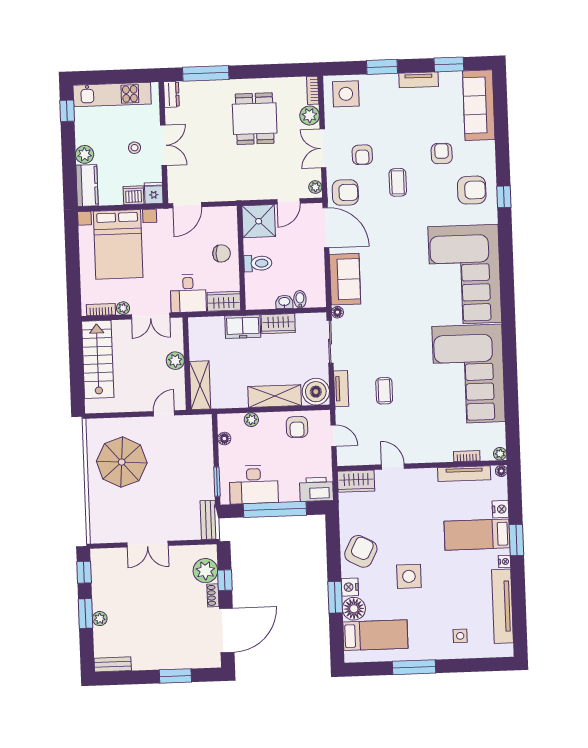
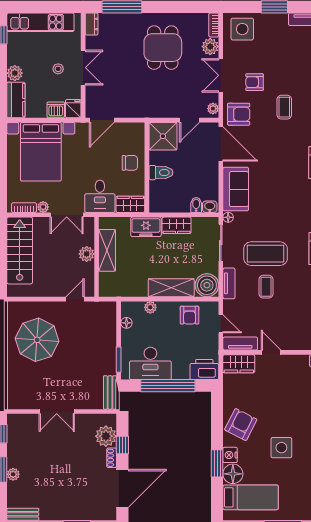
armchair: (362, 155) -> (255, 82), turned 90
washbasin: (284, 302) -> (210, 207), moved
coffee table: (382, 353) -> (266, 254), added
shelving: (200, 385) -> (107, 250), moved
tv unit: (357, 458) -> (240, 344), added

